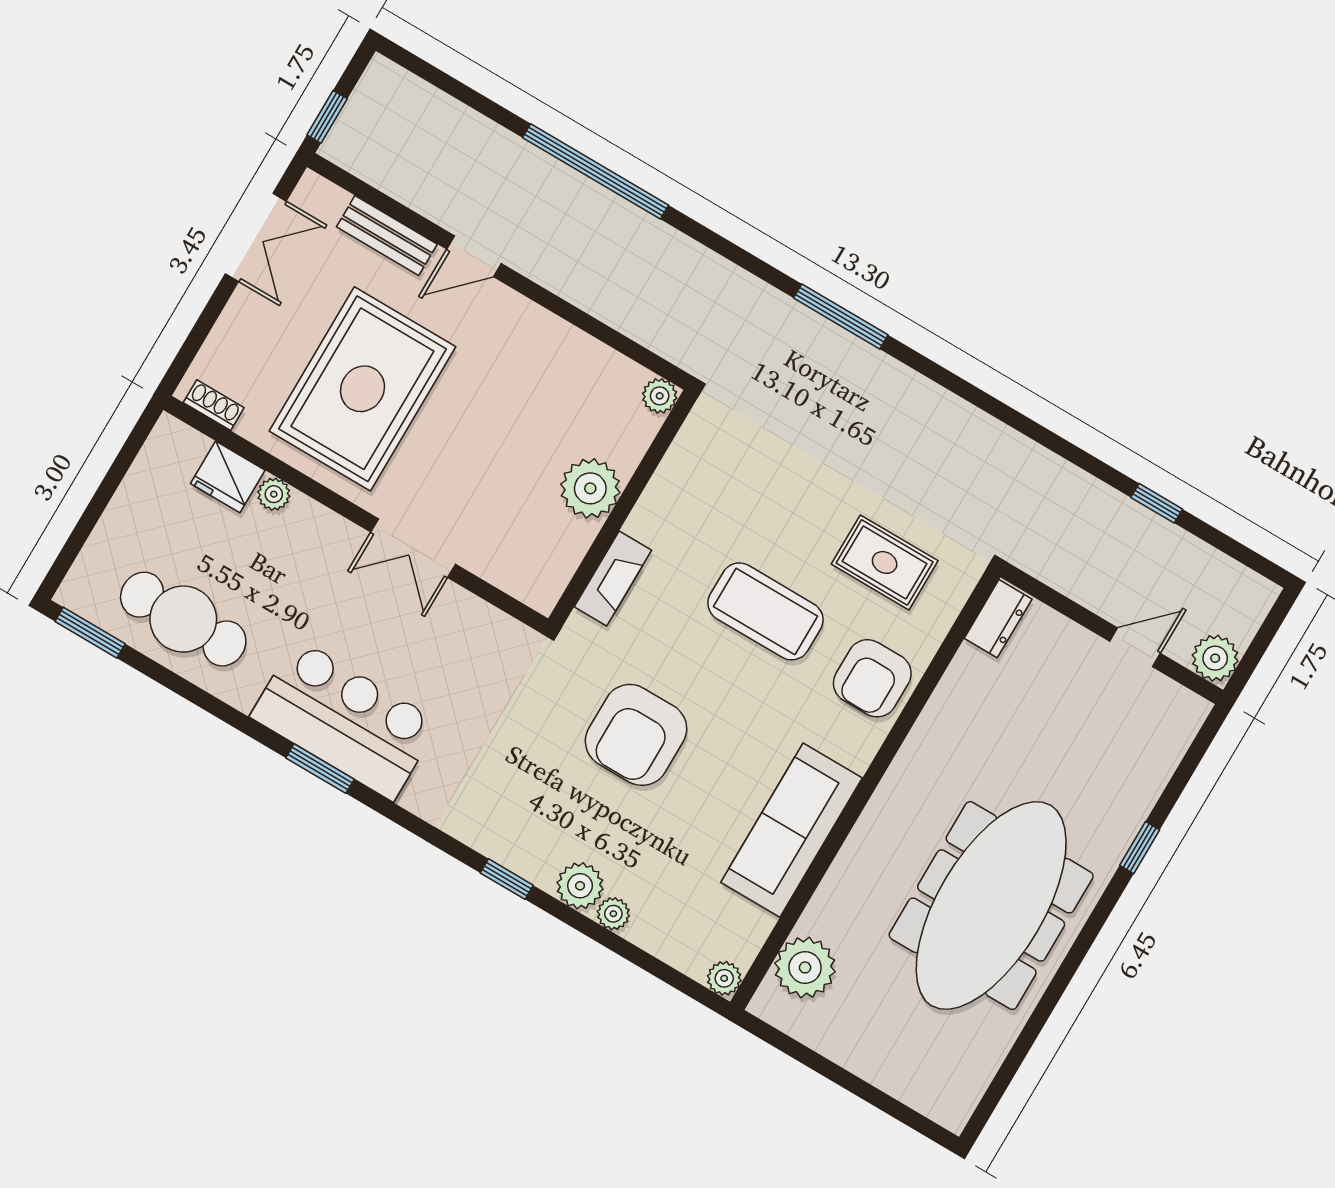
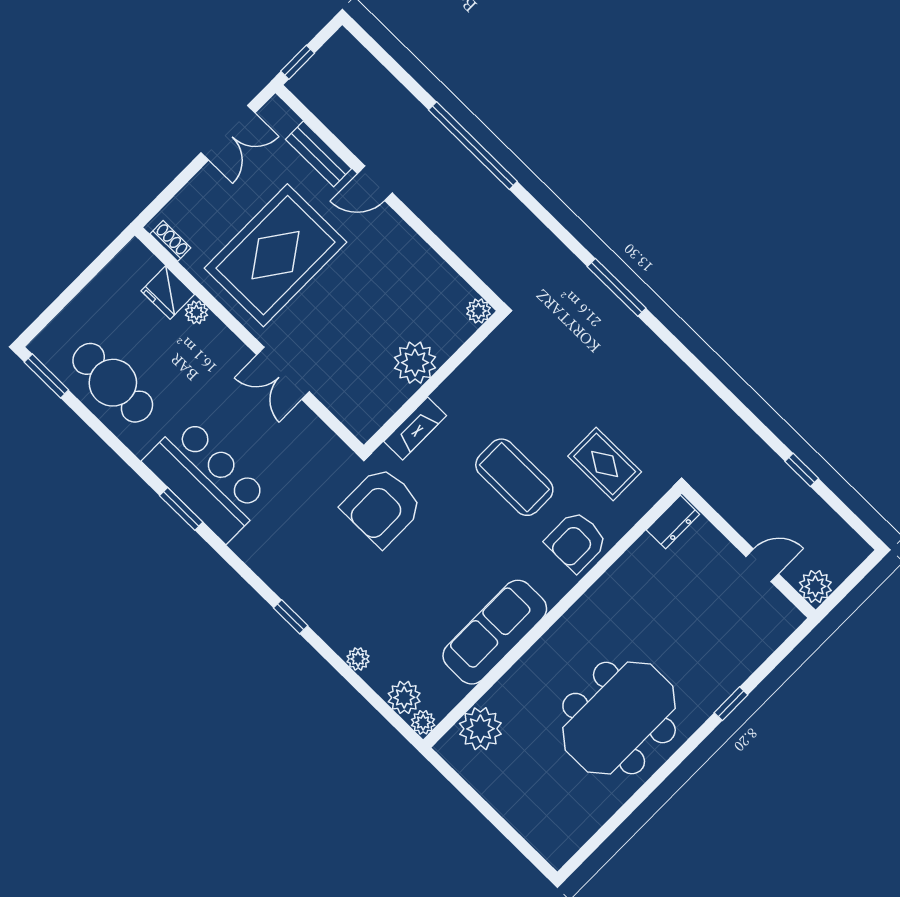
armchair: (636, 735) -> (382, 507), moved
plant: (580, 886) -> (404, 697), moved
meeting table: (991, 906) -> (619, 718), width x0.73

